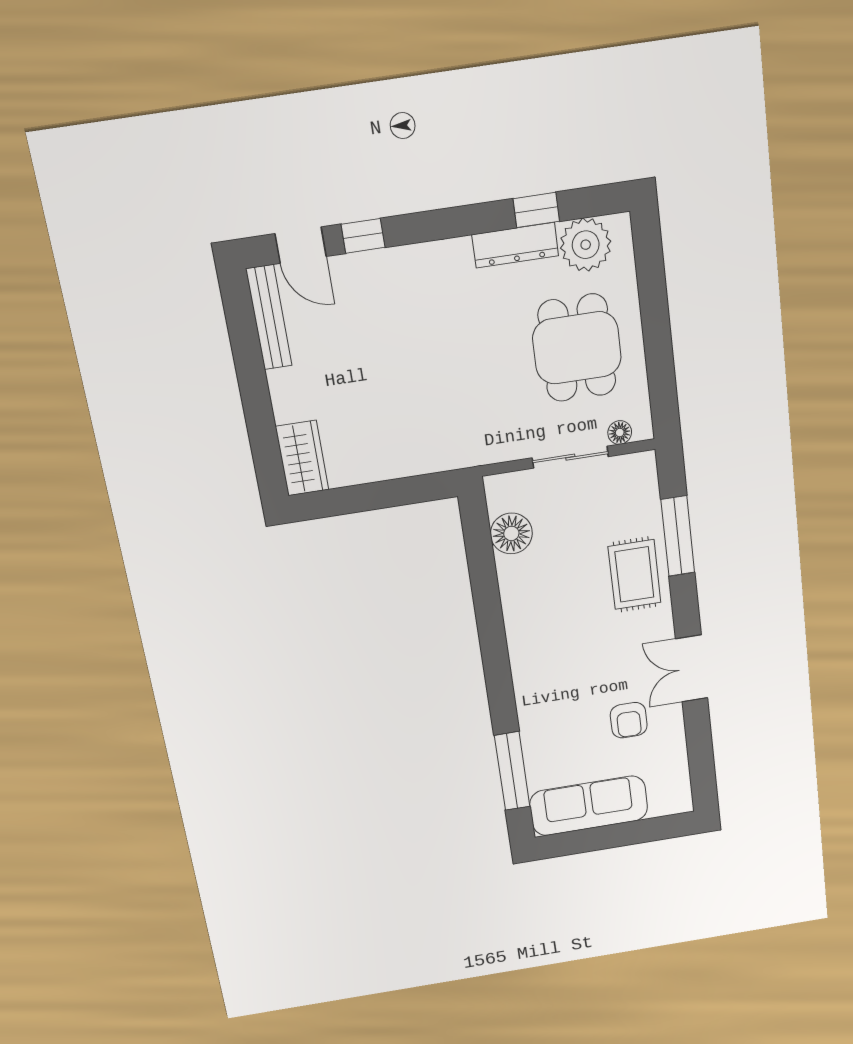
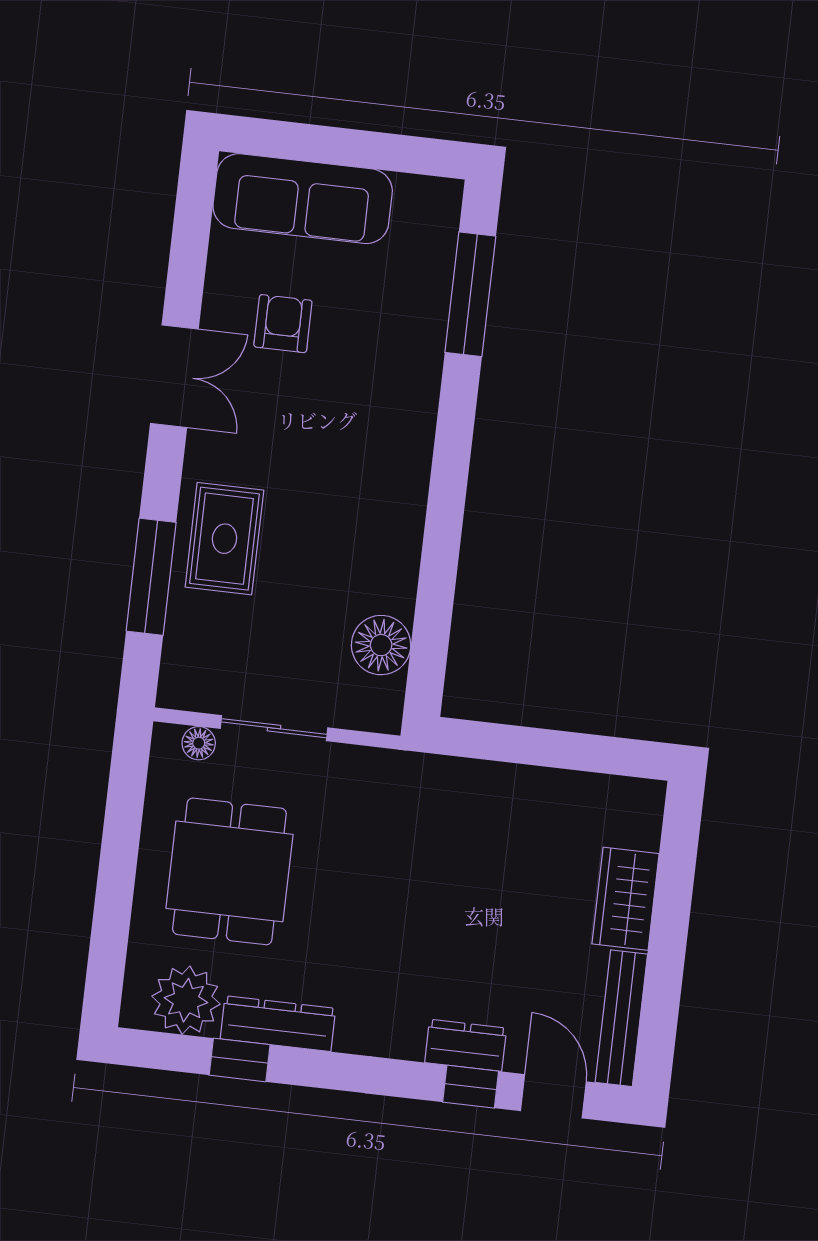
dresser: (375, 266) -> (466, 1045), added
wardrobe: (302, 458) -> (626, 899), moved
sofa: (589, 806) -> (303, 199), moved

